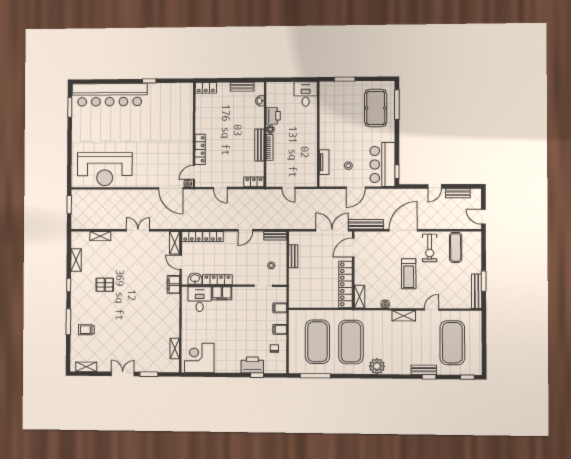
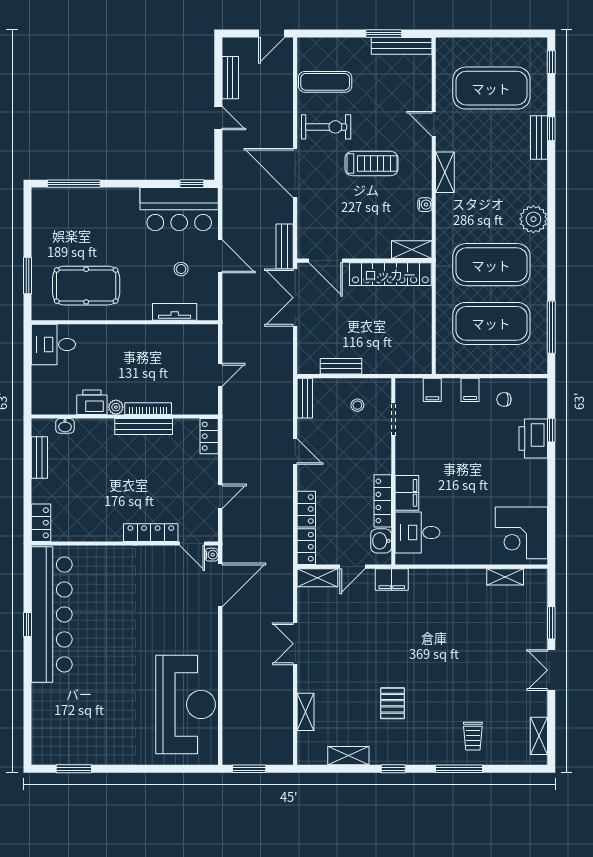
bar counter: (110, 95) -> (52, 614), moved
pool table: (376, 108) -> (86, 286), moved
bench: (366, 224) -> (285, 246), width x0.73

